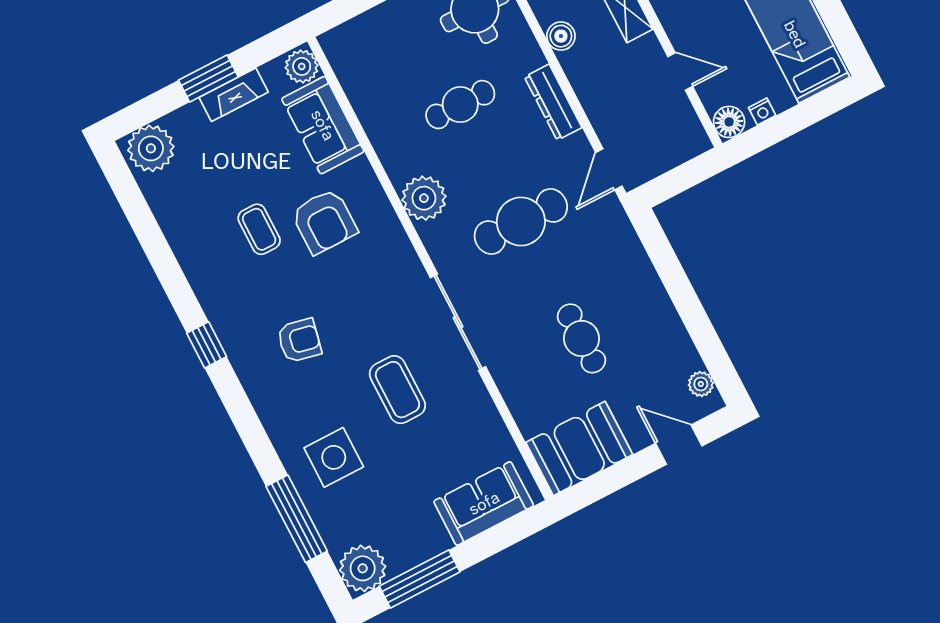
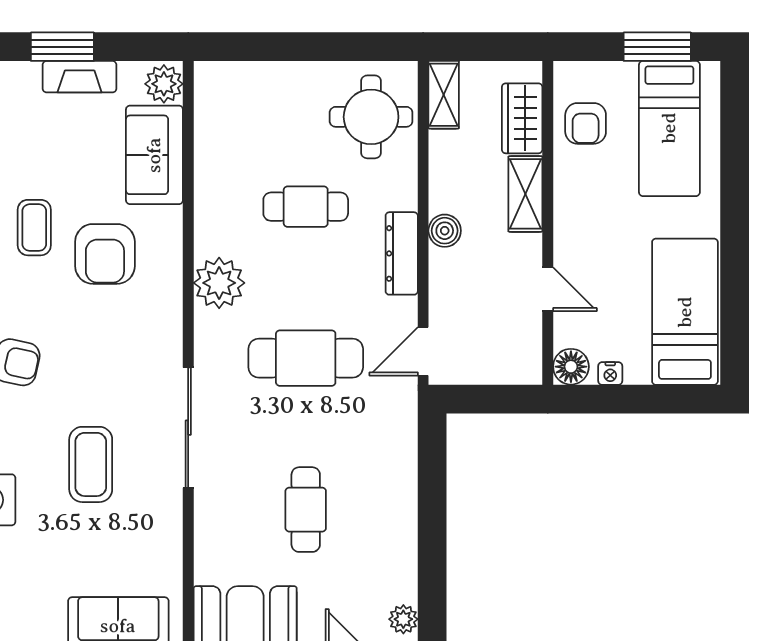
boiler: (561, 36) -> (445, 231), moved

